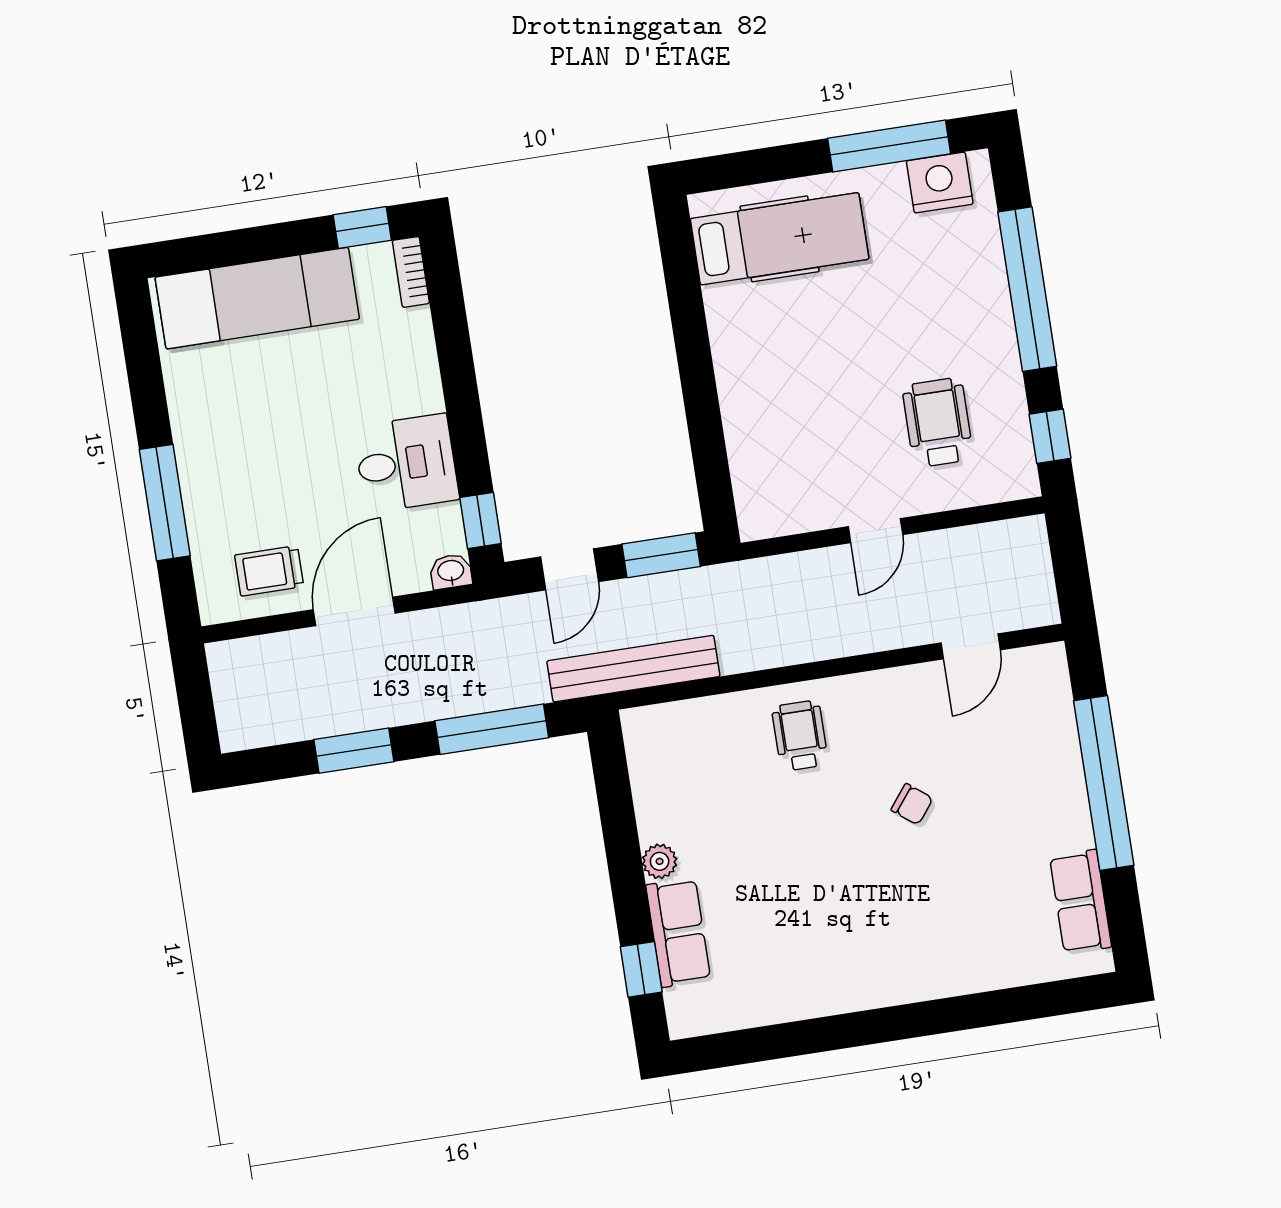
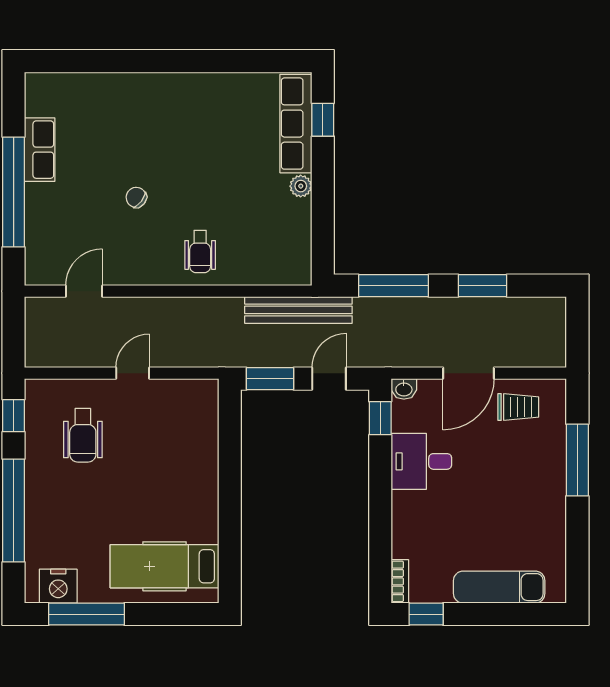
exam couch: (257, 298) -> (499, 587), width x0.73, depth x0.69
row of seats: (1081, 902) -> (40, 150), moved
row of seats: (678, 932) -> (296, 124), width x1.48

